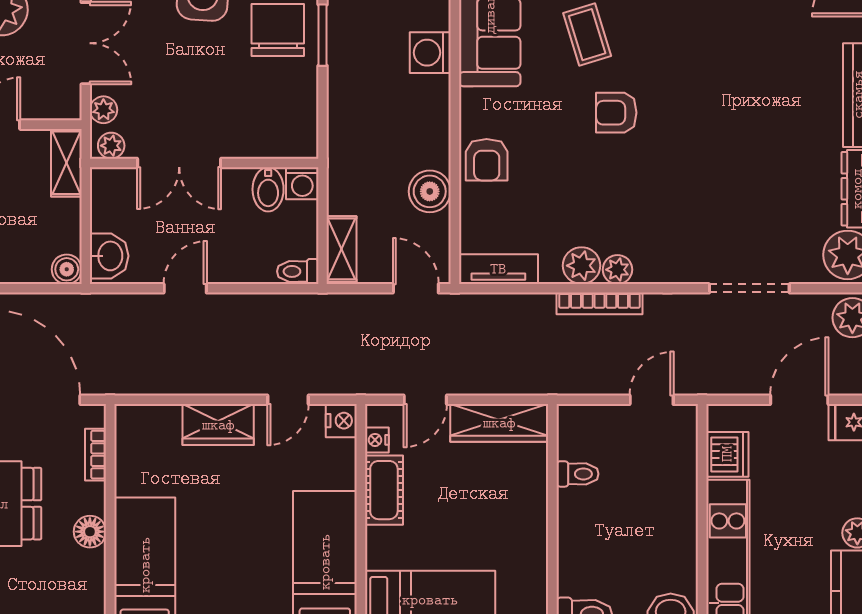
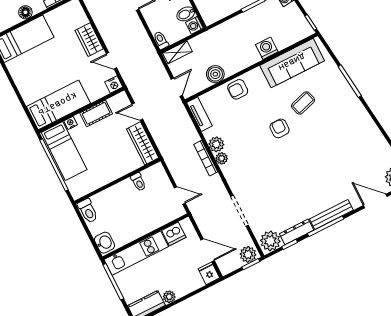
nightstand: (377, 440) -> (71, 123), moved

